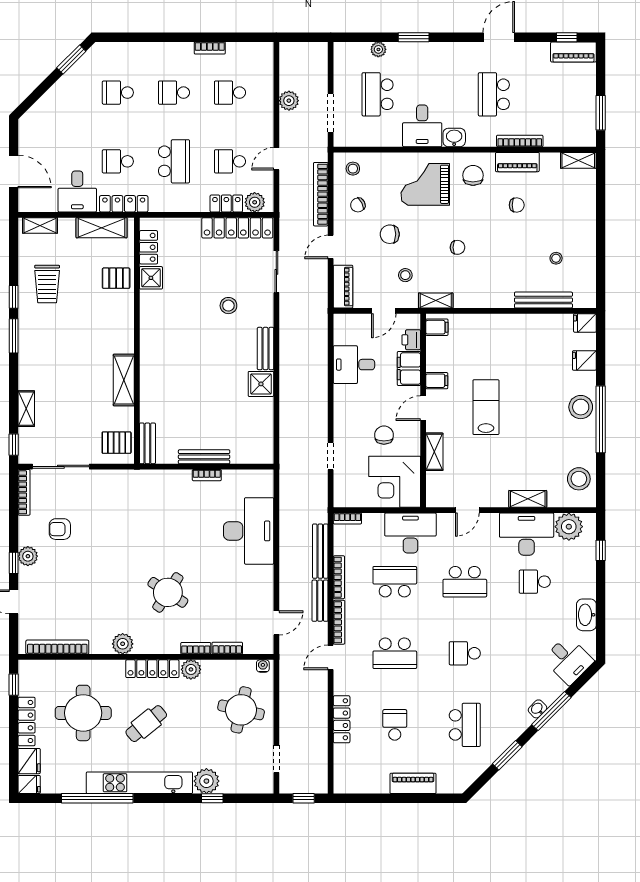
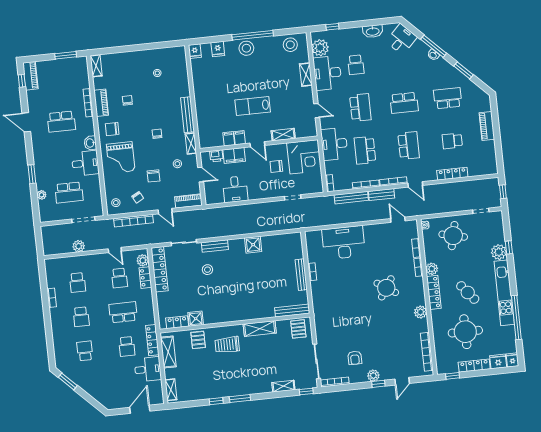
school desk: (118, 93) -> (85, 351), turned 180
trolley: (47, 284) -> (227, 345), moved, turned 180
bench: (543, 300) -> (188, 115), moved
filing cabinet: (437, 327) -> (229, 139), moved
bench: (266, 349) -> (215, 246), moved
bench: (147, 443) -> (292, 311), width x1.36
school desk: (465, 653) -> (404, 103), width x1.85

